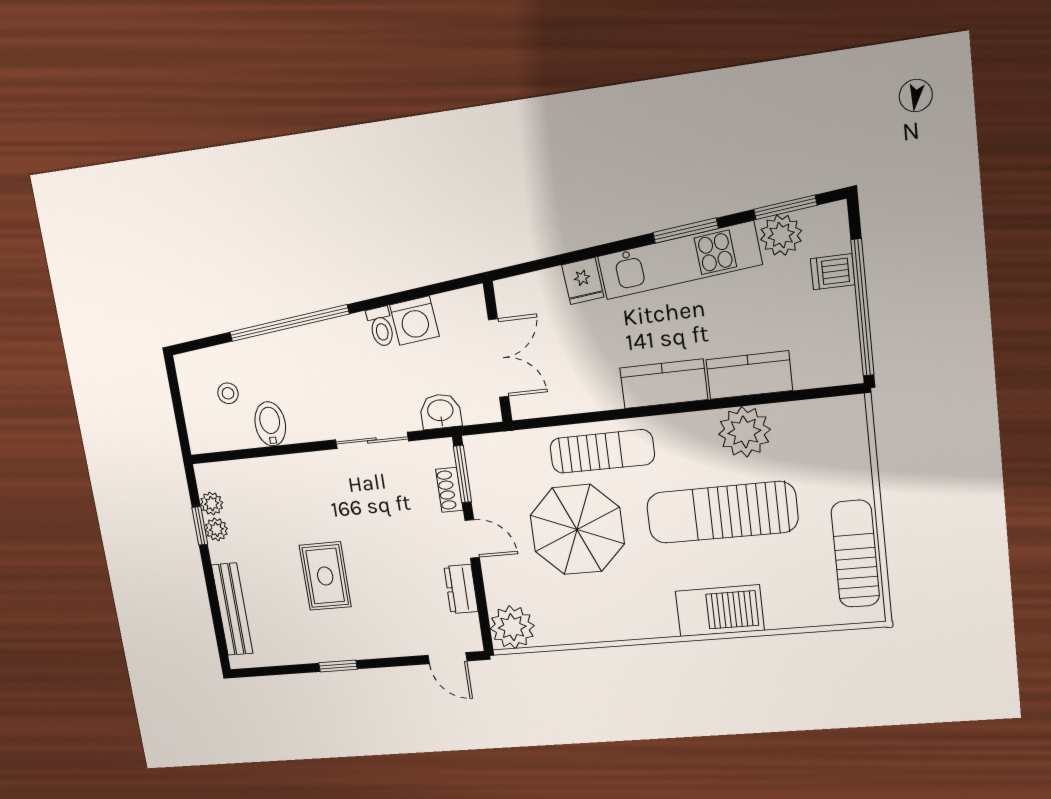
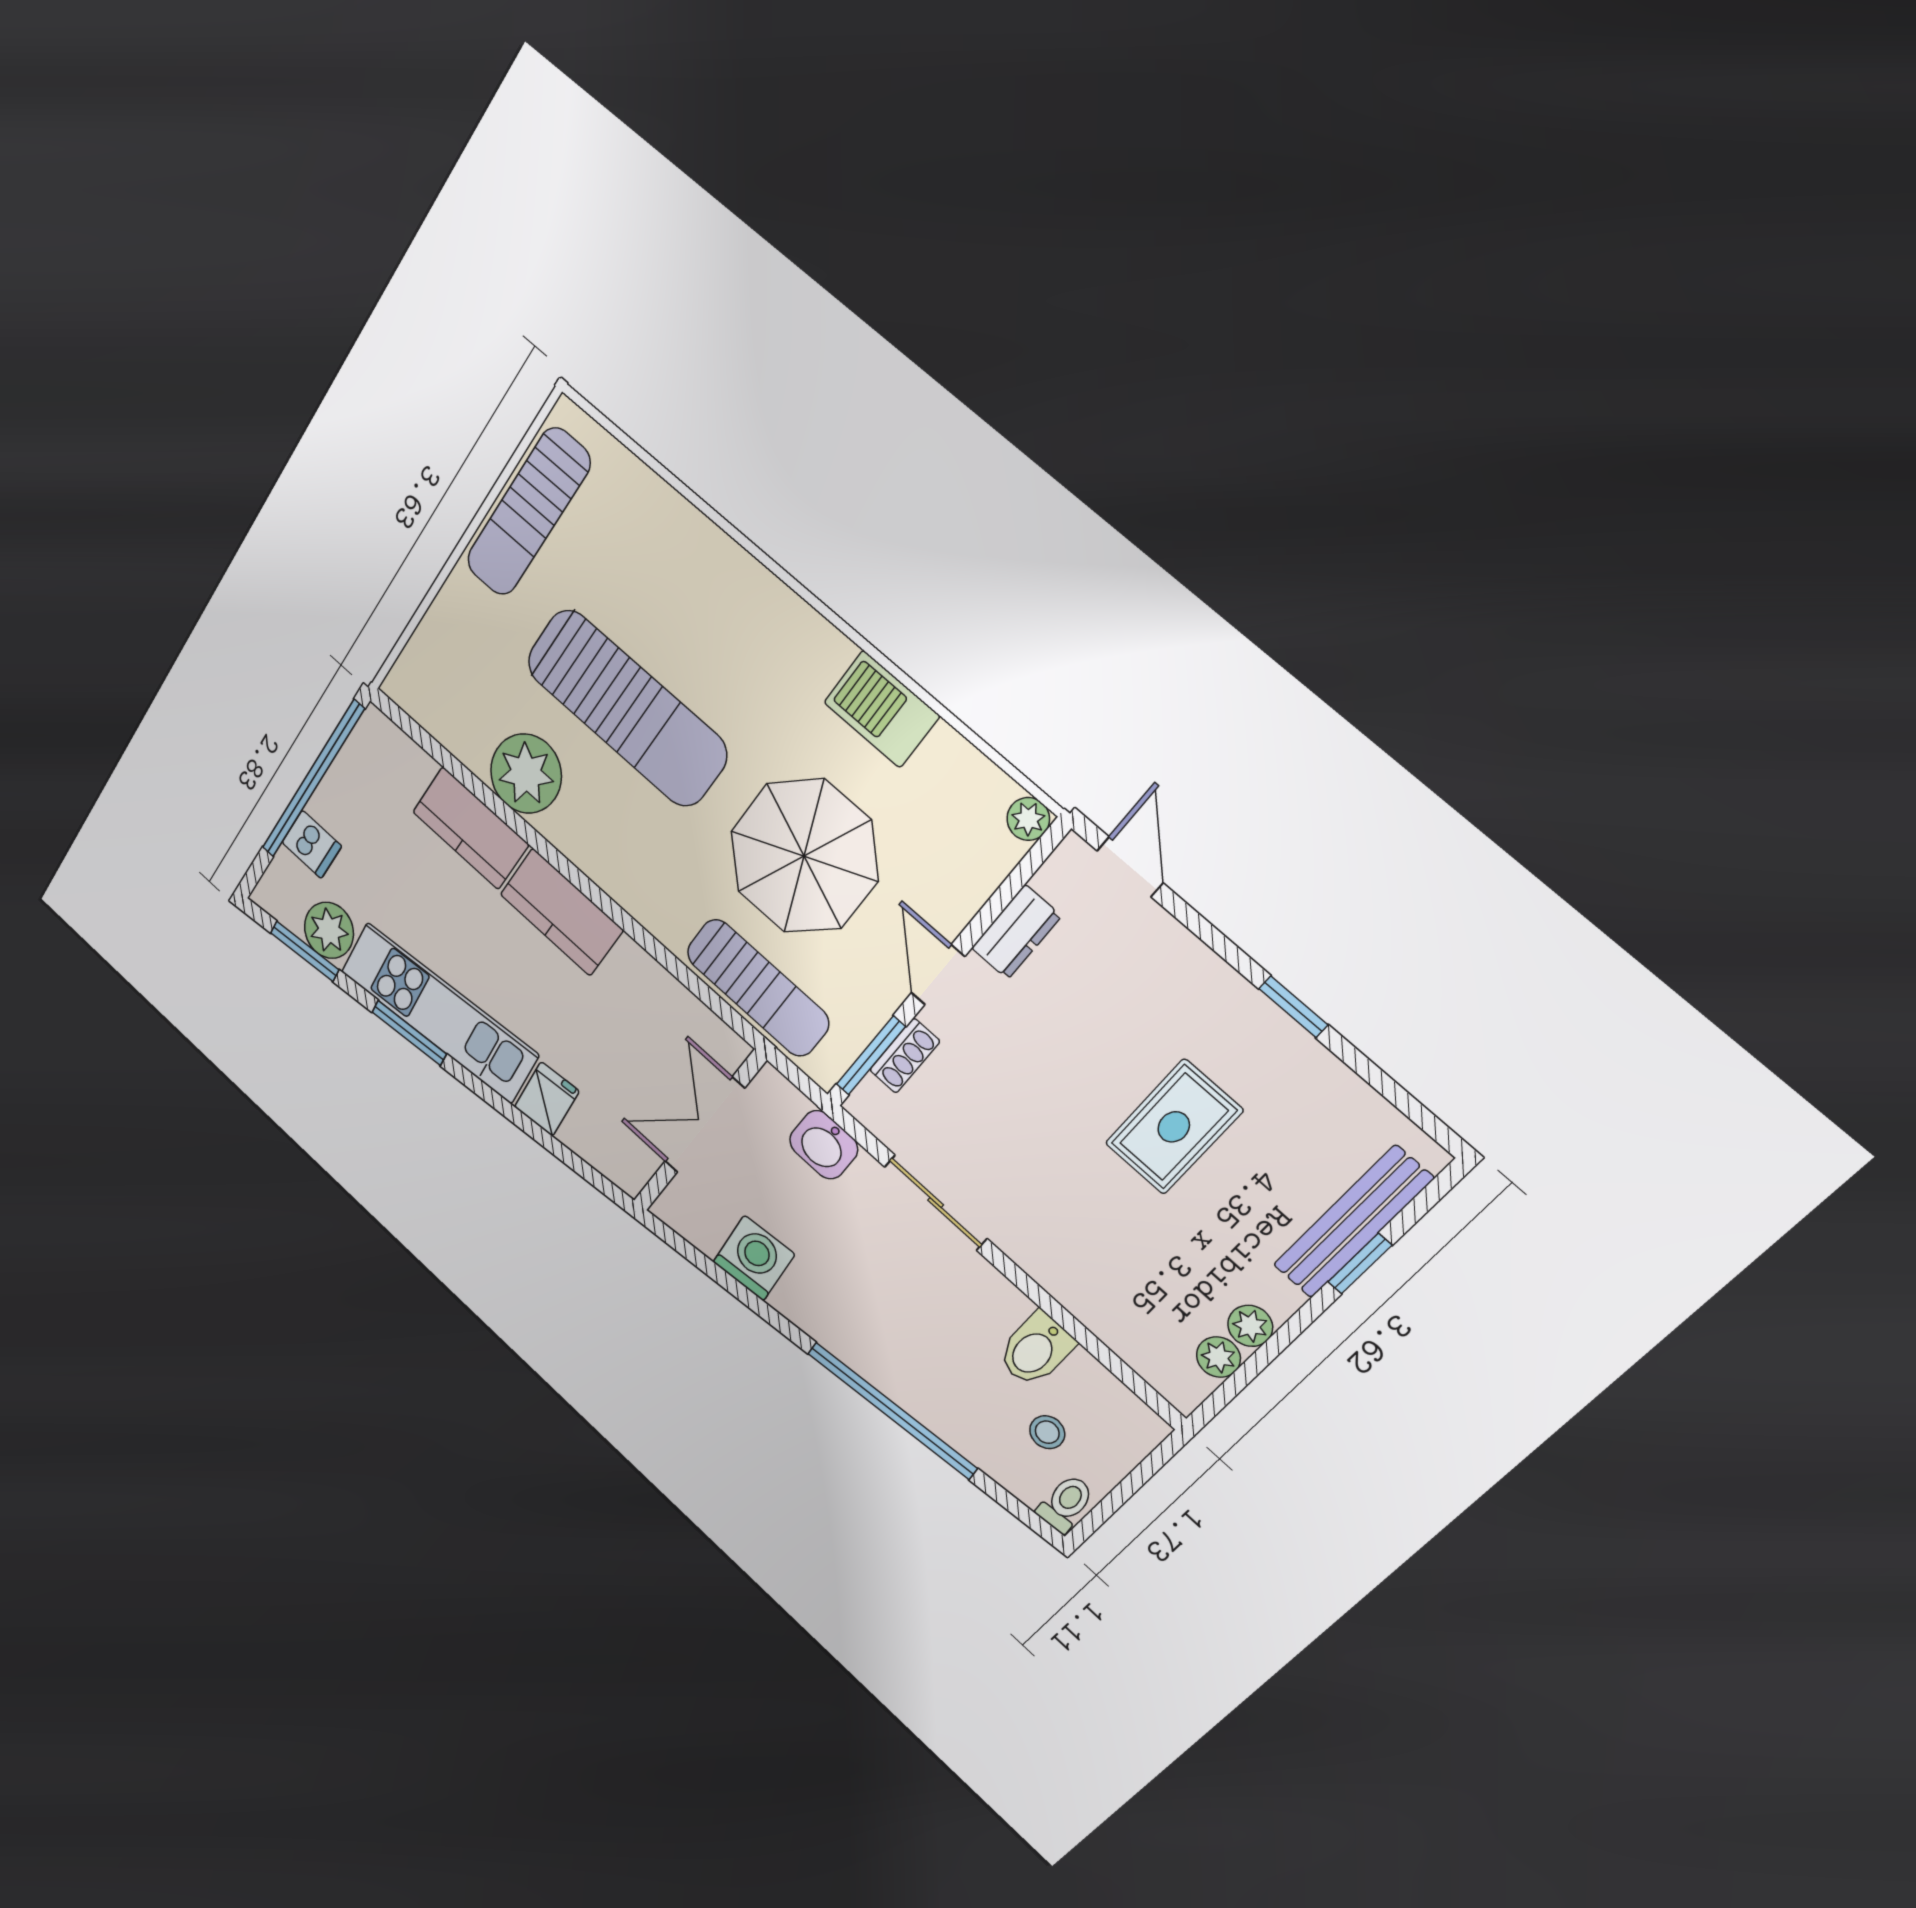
toilet: (381, 327) -> (1066, 1503), moved
sun lounger: (602, 451) -> (758, 988), moved, turned 180
window: (200, 526) -> (1360, 1264), moved
barbecue: (720, 611) -> (882, 709), moved, width x0.73, depth x0.83
plant: (512, 627) -> (1028, 819), width x0.53, depth x0.53

